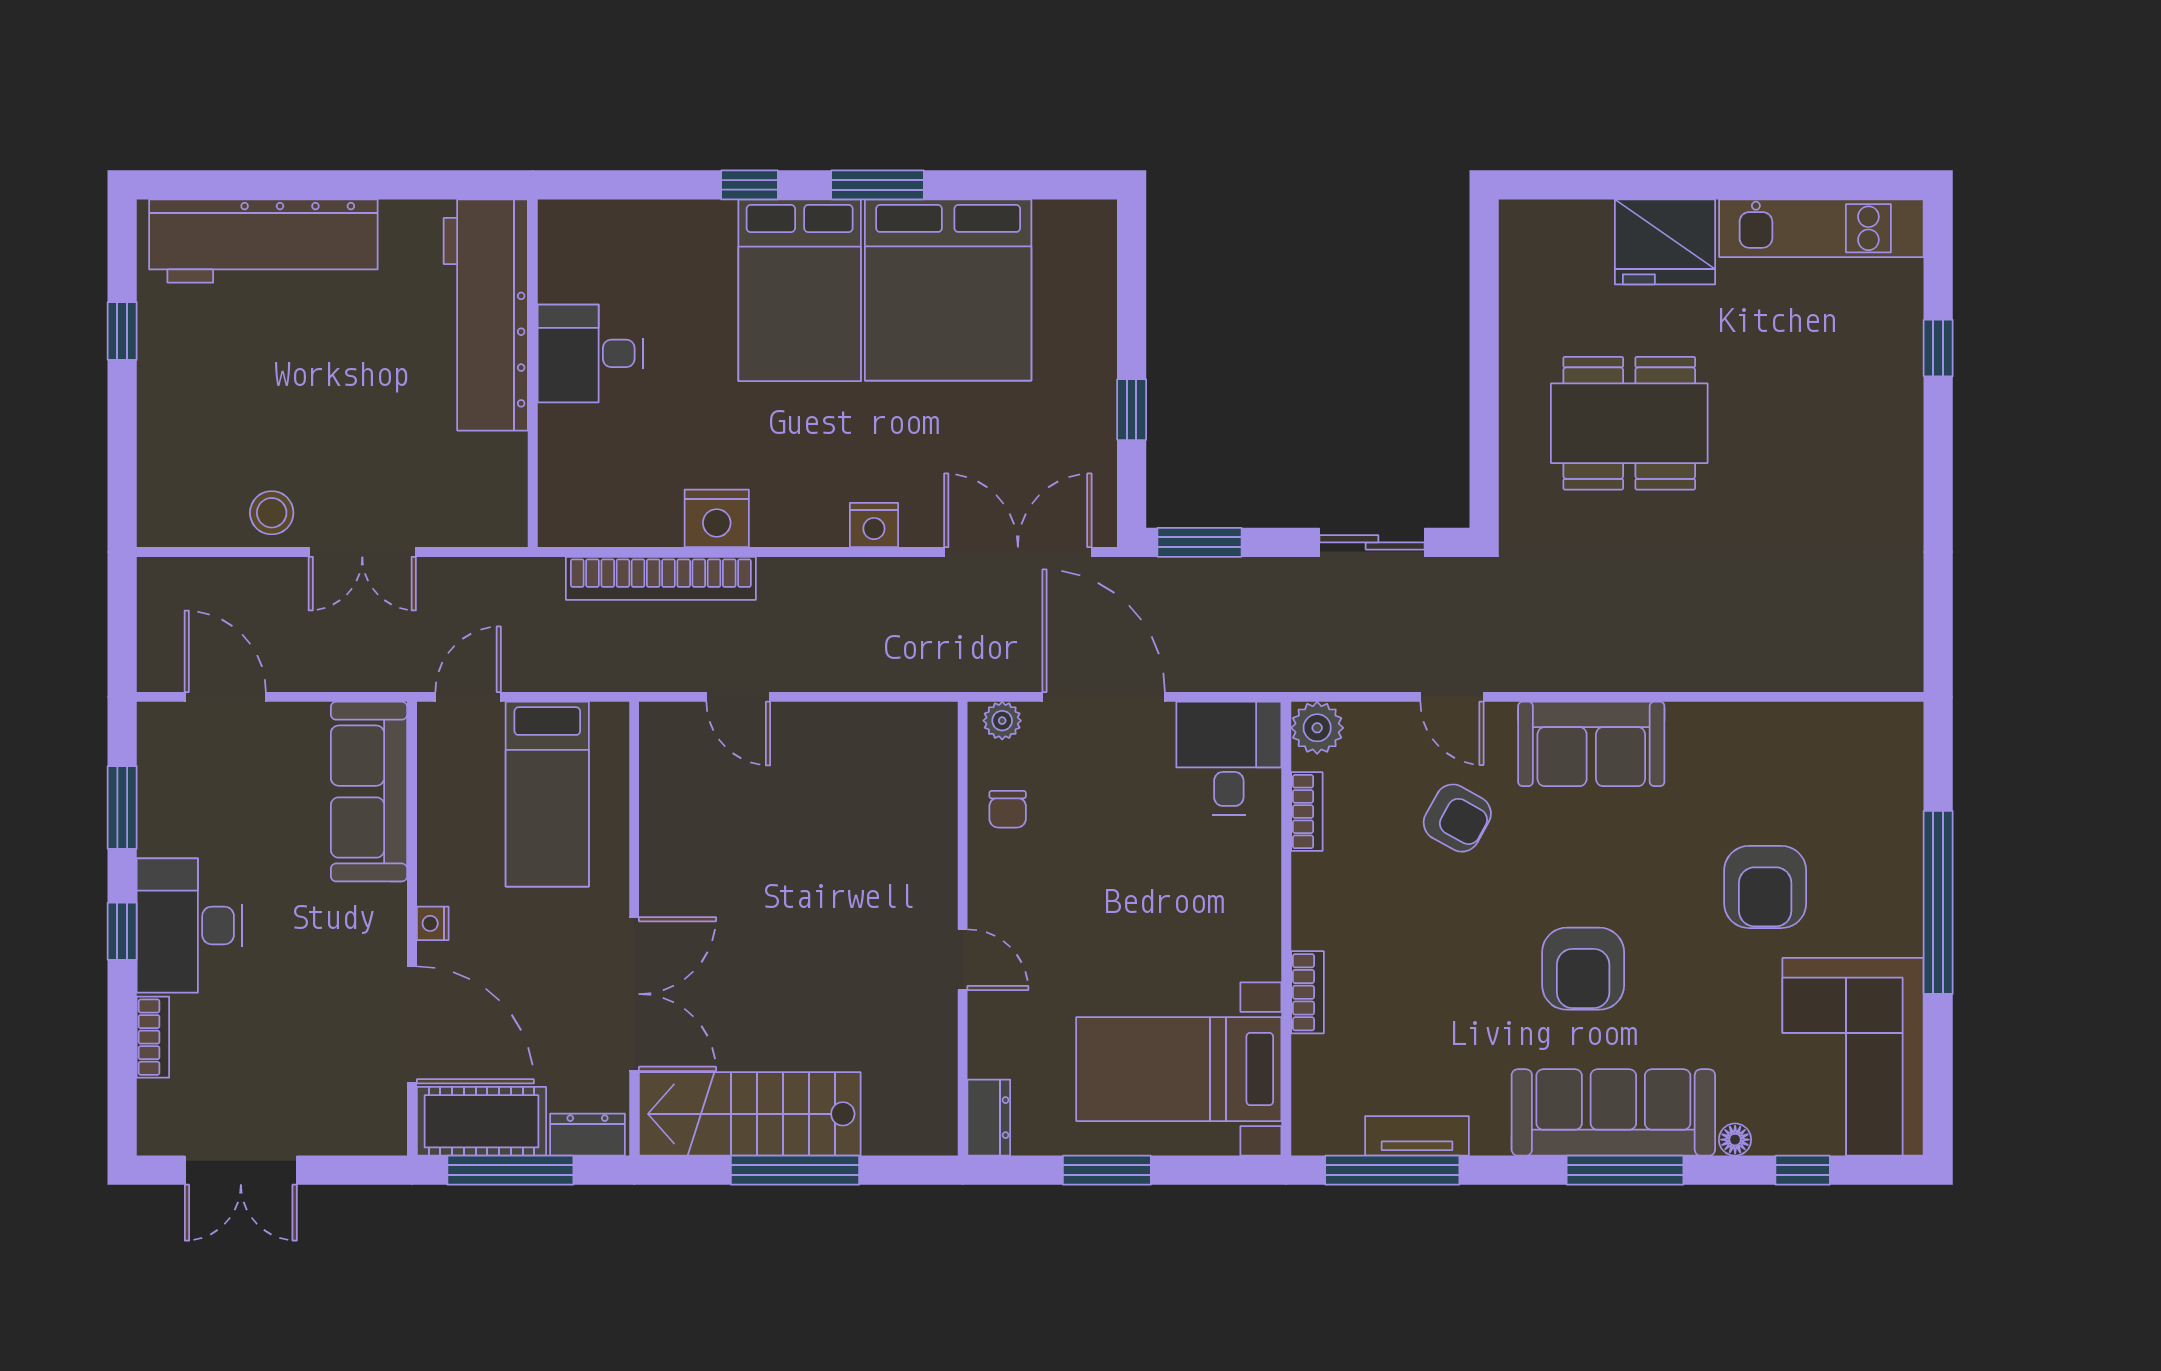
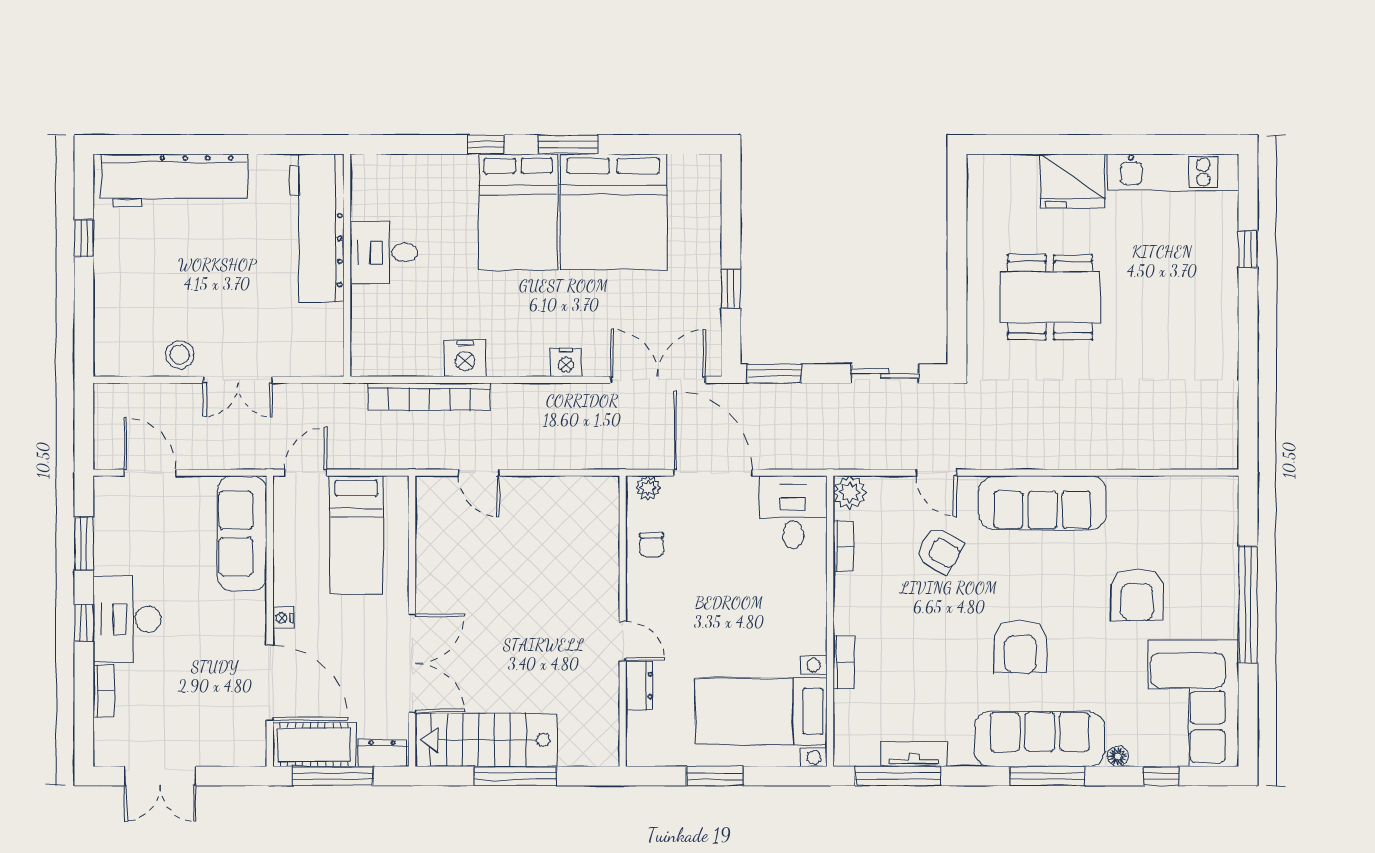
sofa: (1591, 744) -> (1043, 503), width x1.36
dresser: (989, 1118) -> (639, 685), moved

